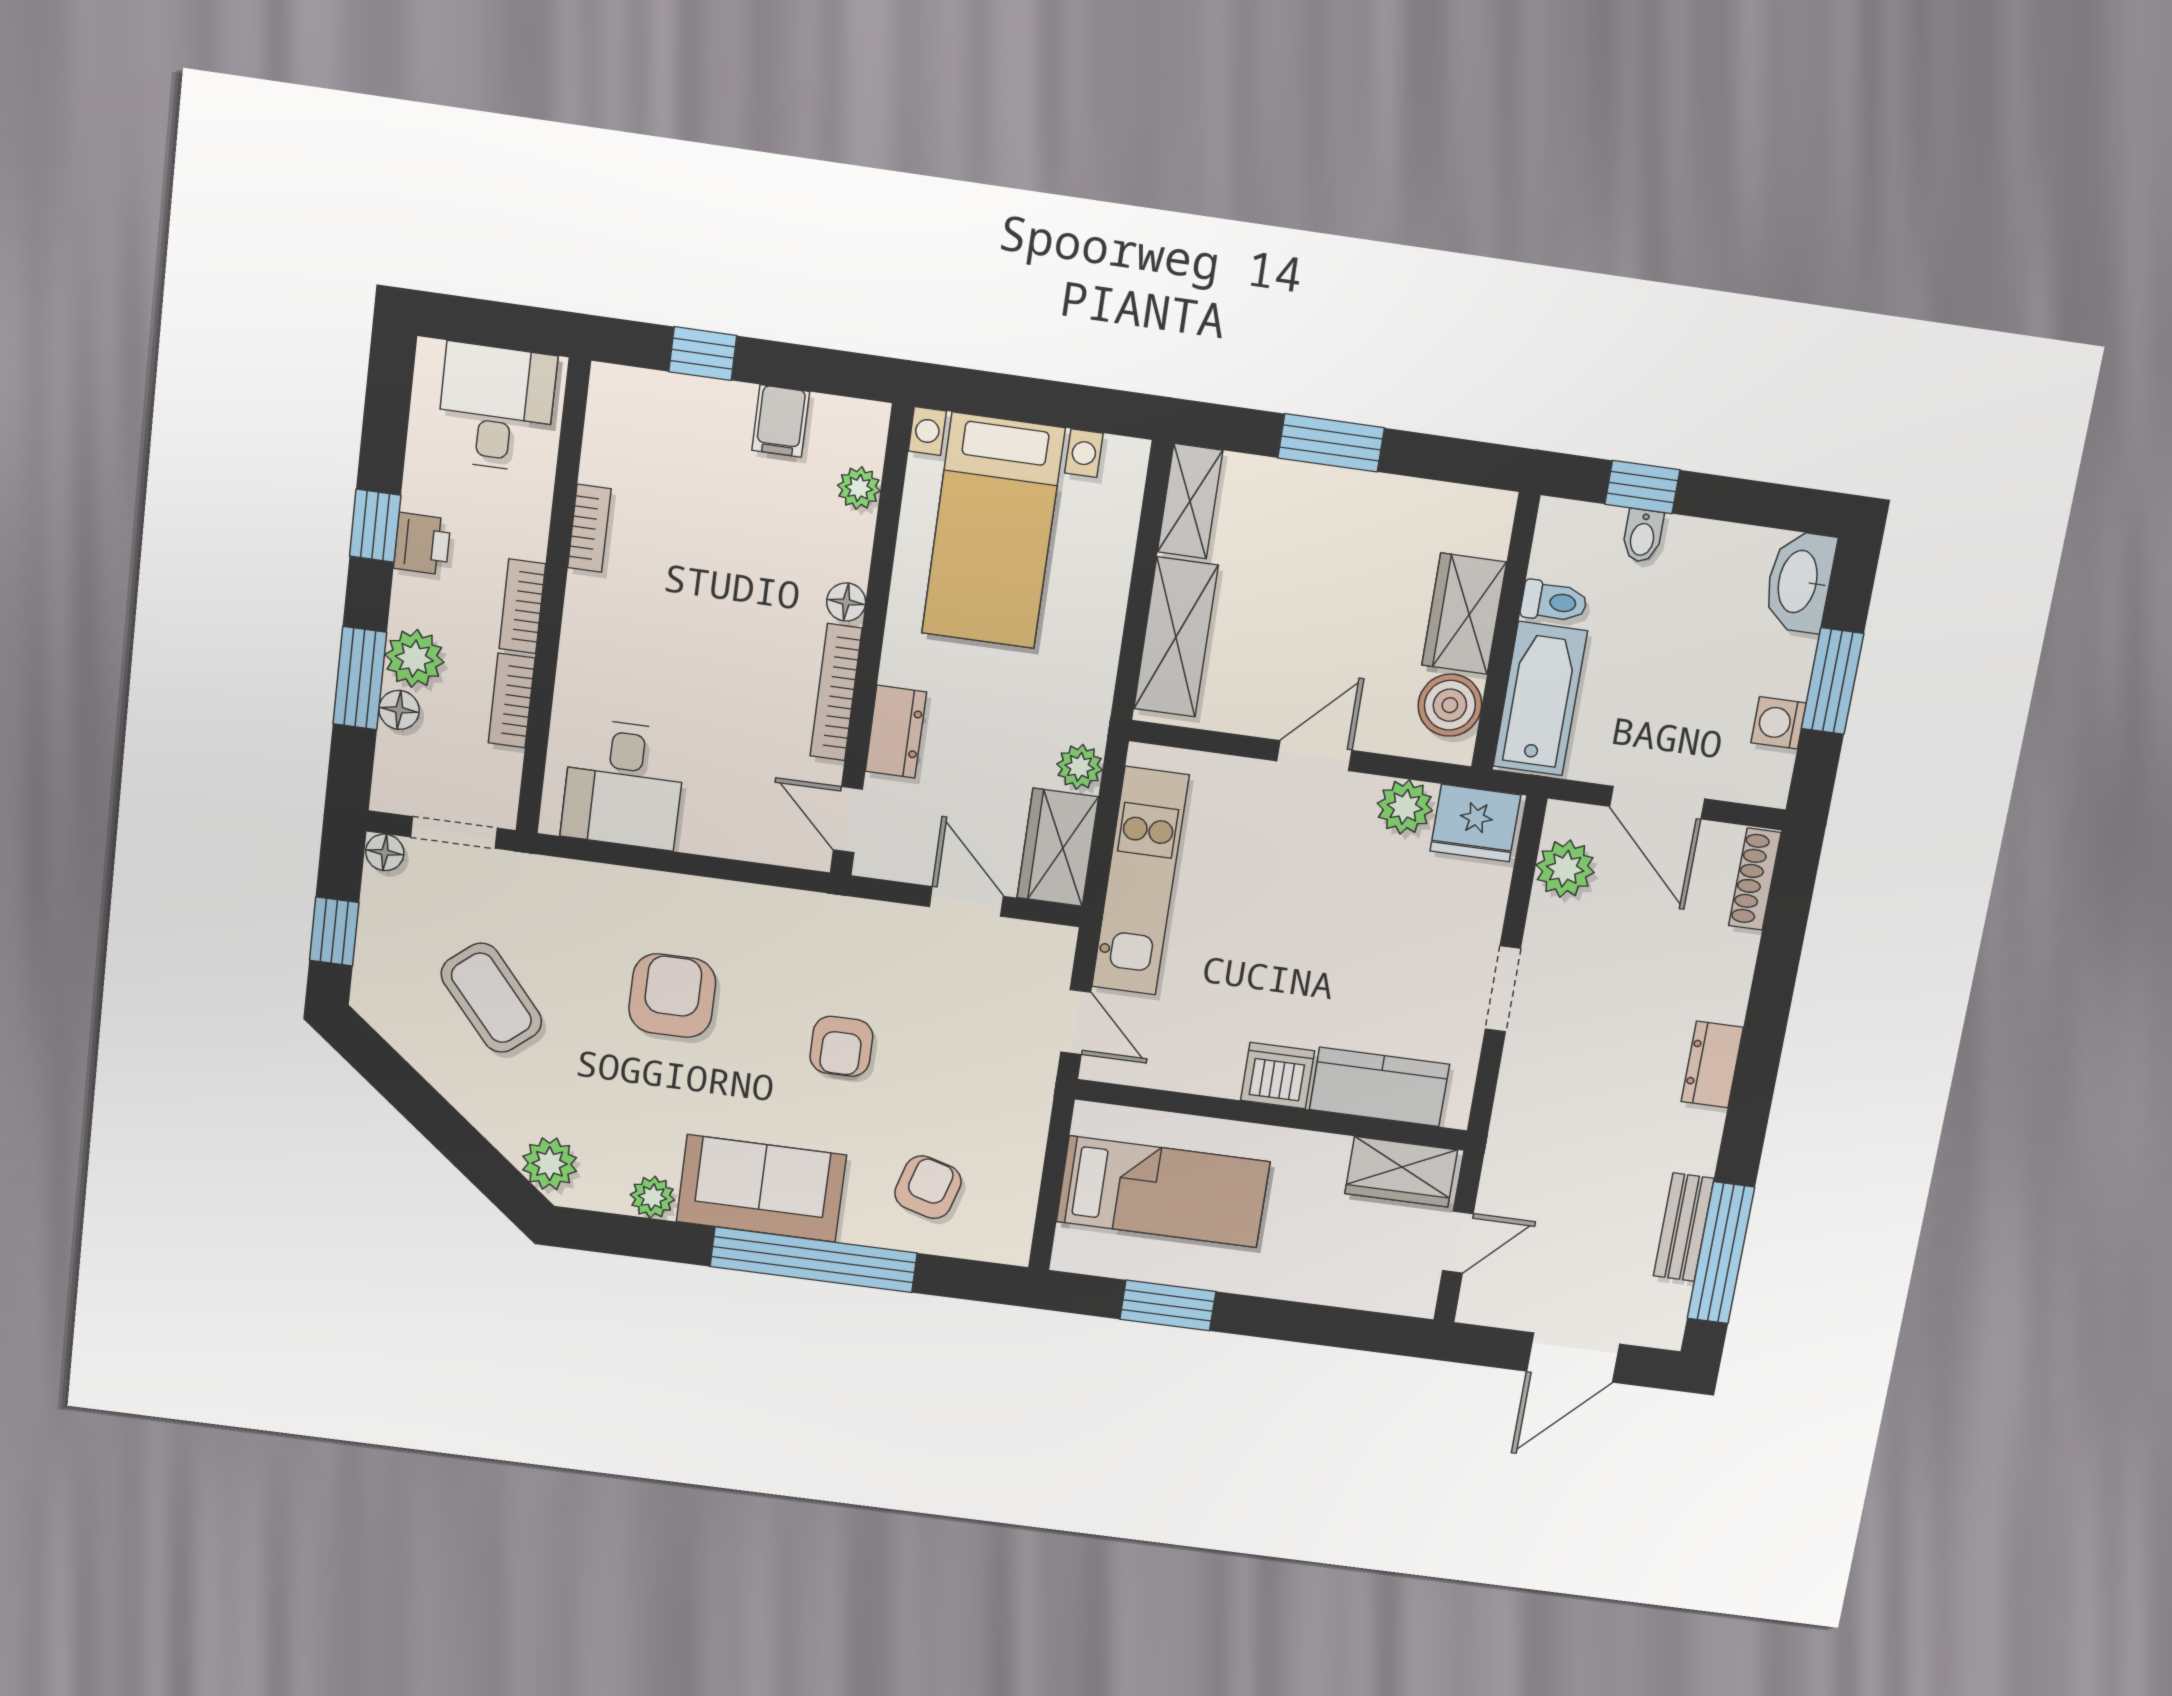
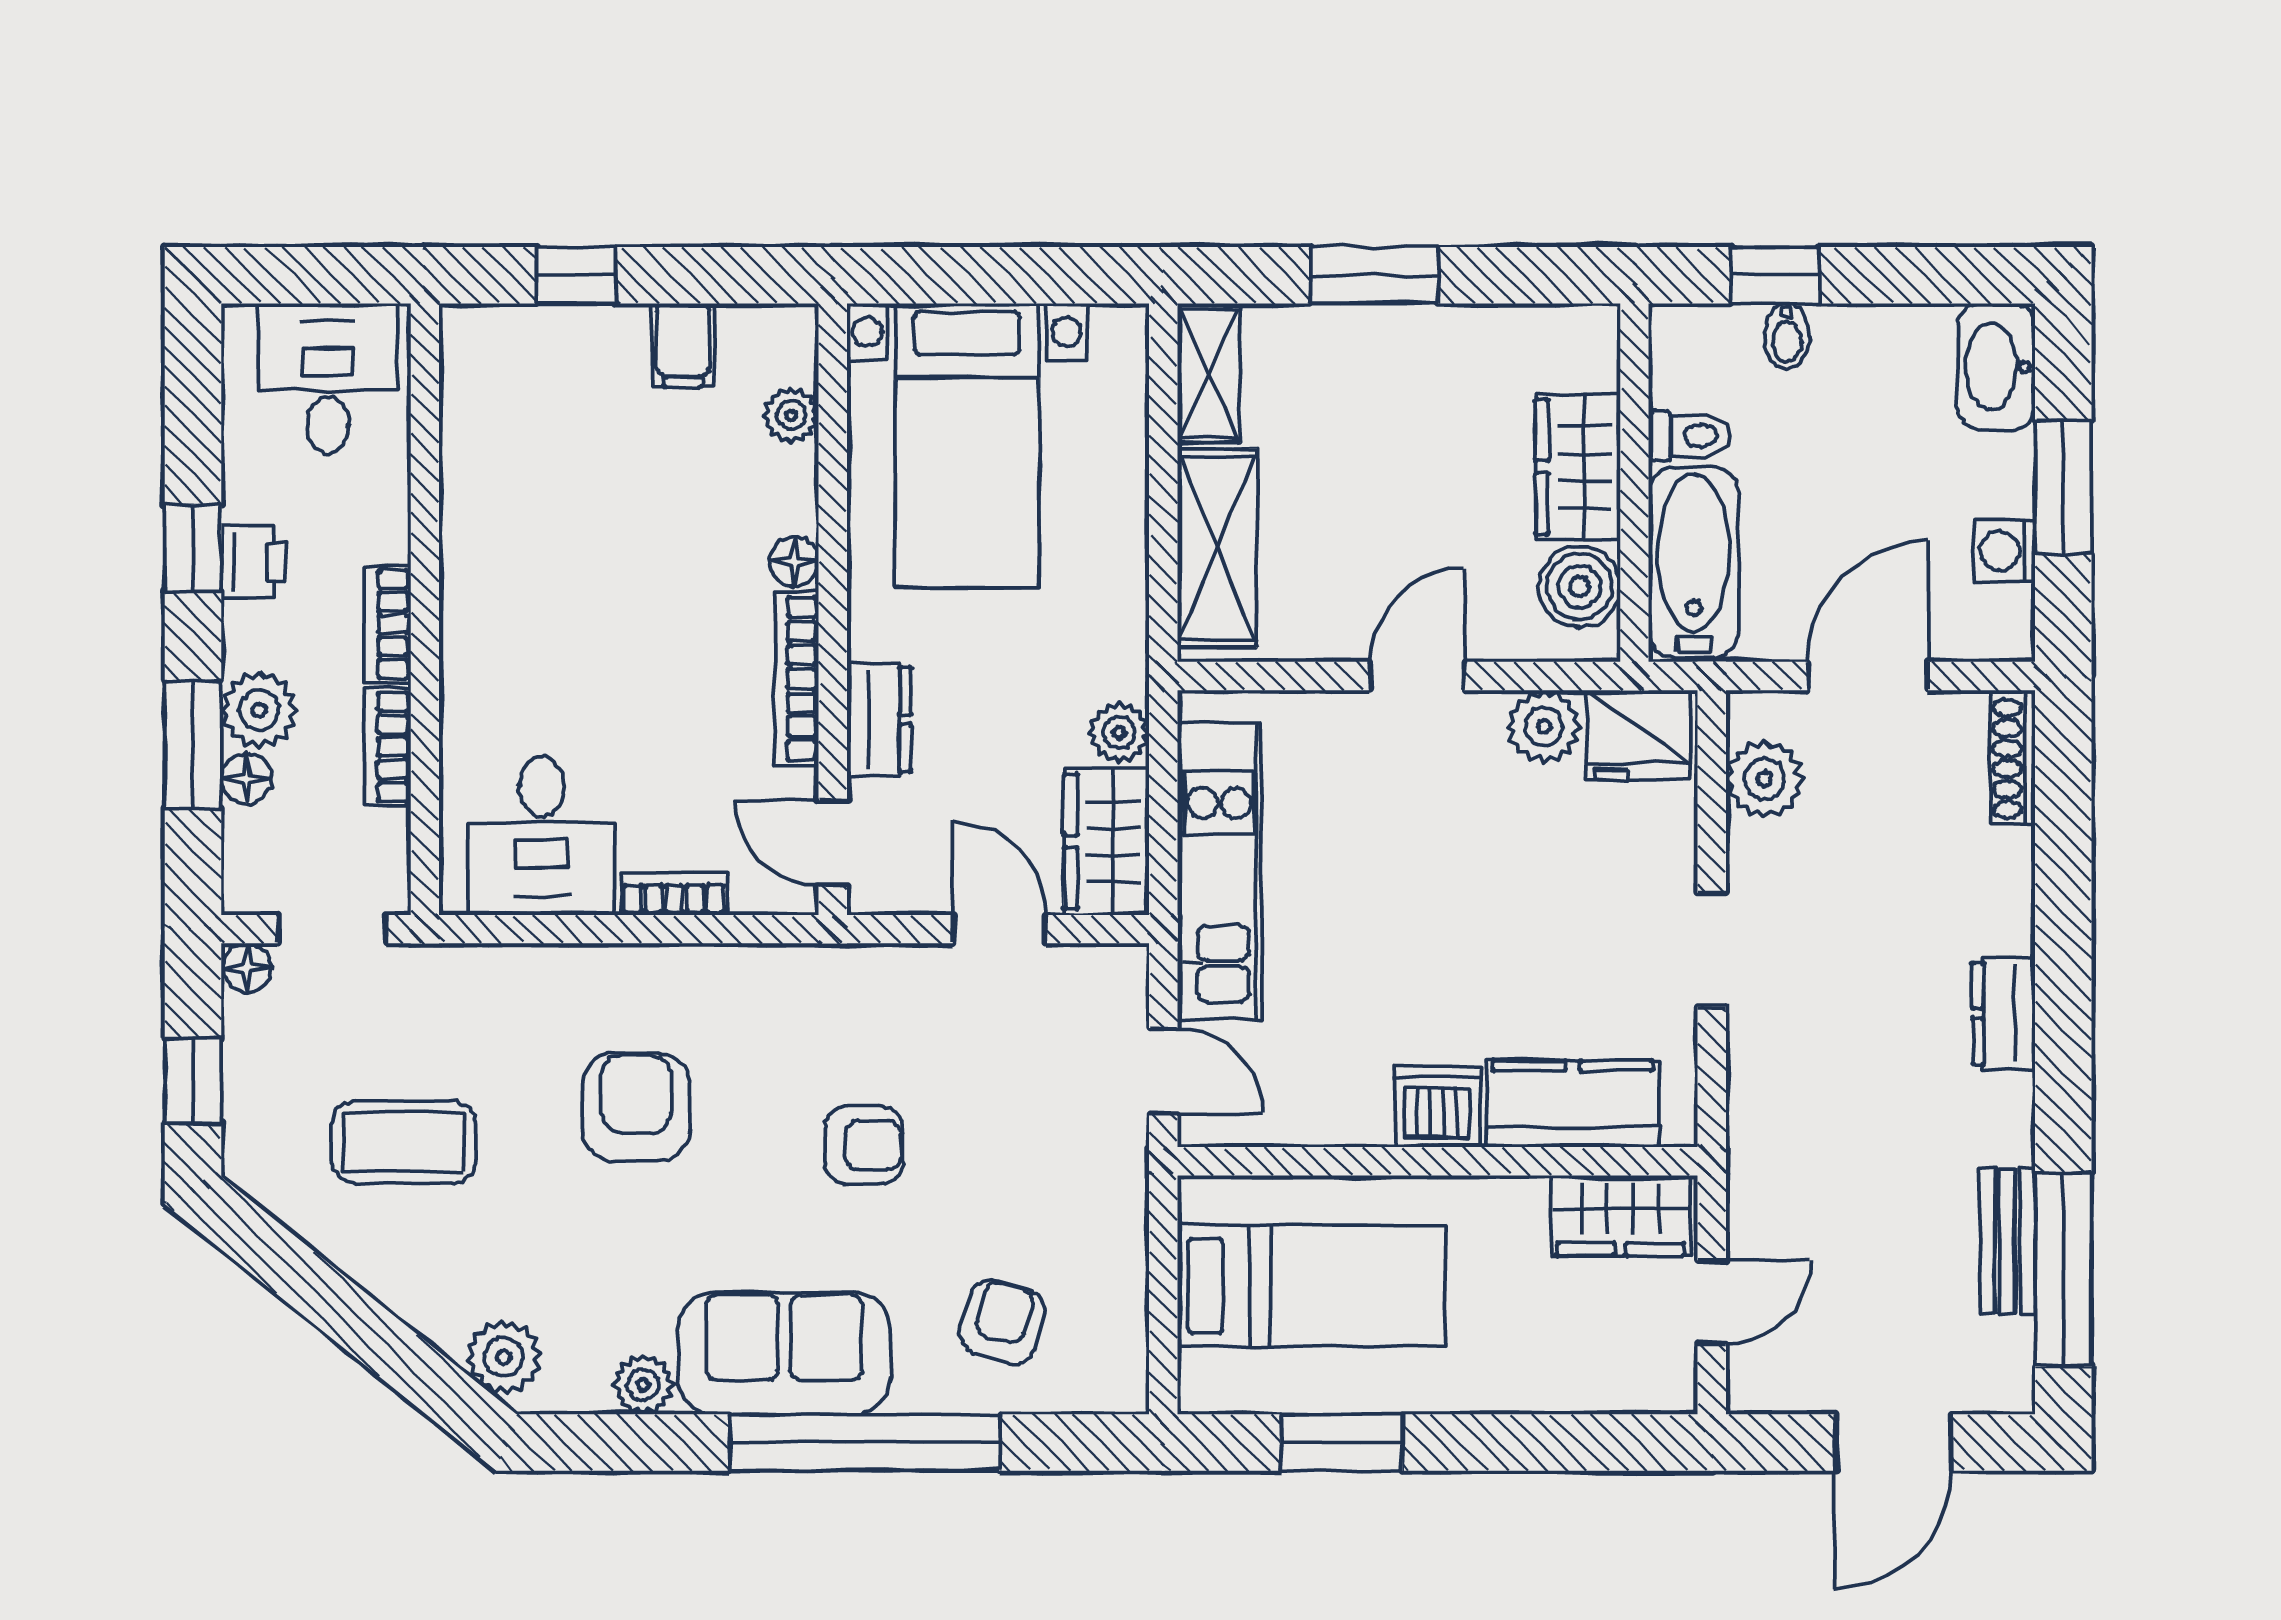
bookcase: (589, 528) -> (674, 894), moved, turned -90
door: (1657, 803) -> (1868, 676), swing flipped
coffee table: (491, 998) -> (404, 1142), turned -50
armchair: (841, 1046) -> (864, 1145), turned -90

